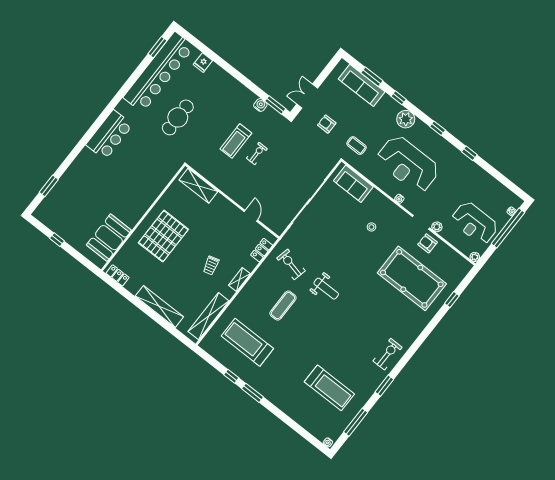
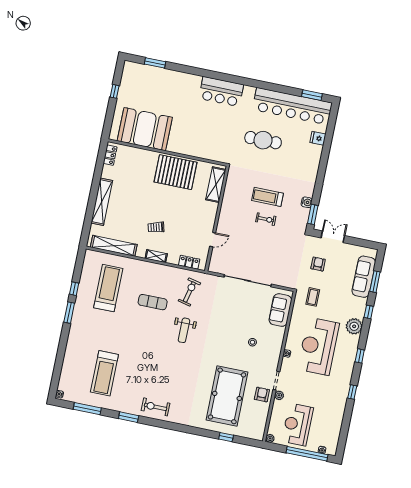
pallet: (163, 236) -> (175, 172), moved
booth: (109, 238) -> (145, 129), width x1.36, depth x1.42
exercise bike: (388, 354) -> (156, 407), turned 180

